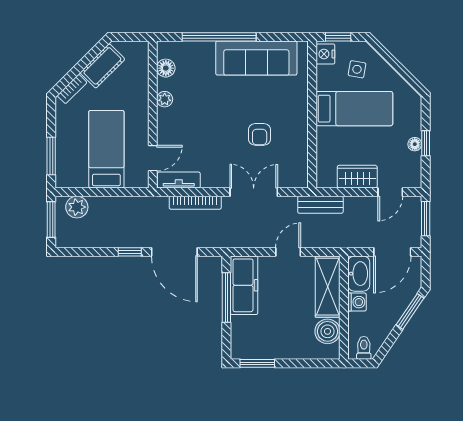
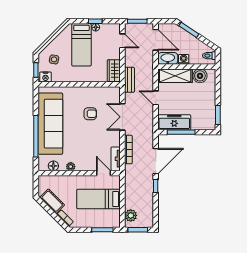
sofa: (256, 58) -> (50, 124), width x1.36, depth x1.27
bed: (354, 109) -> (81, 45), moved, turned 180
wardrobe: (357, 177) -> (114, 71), moved

